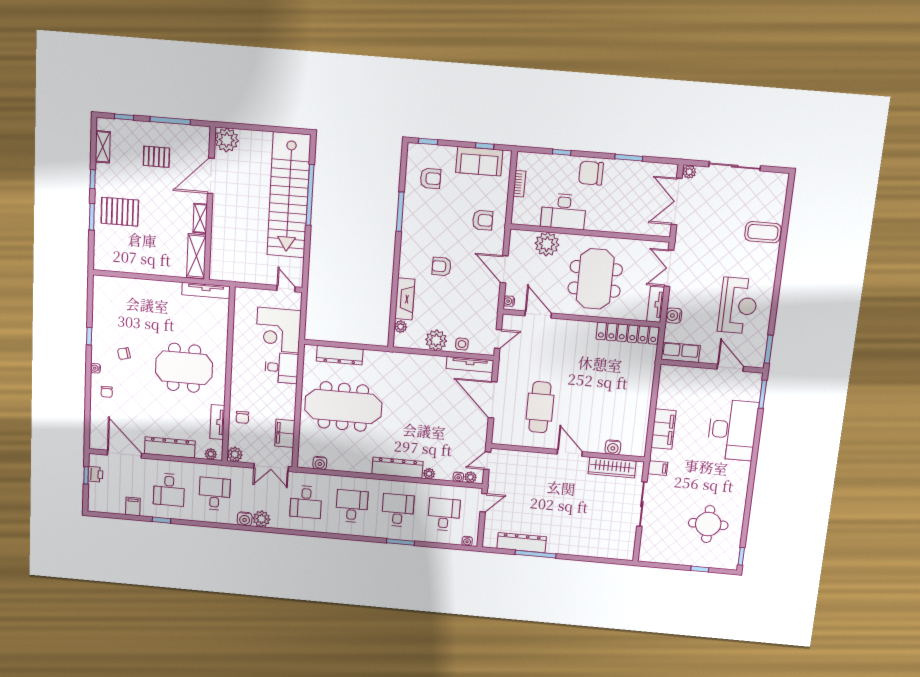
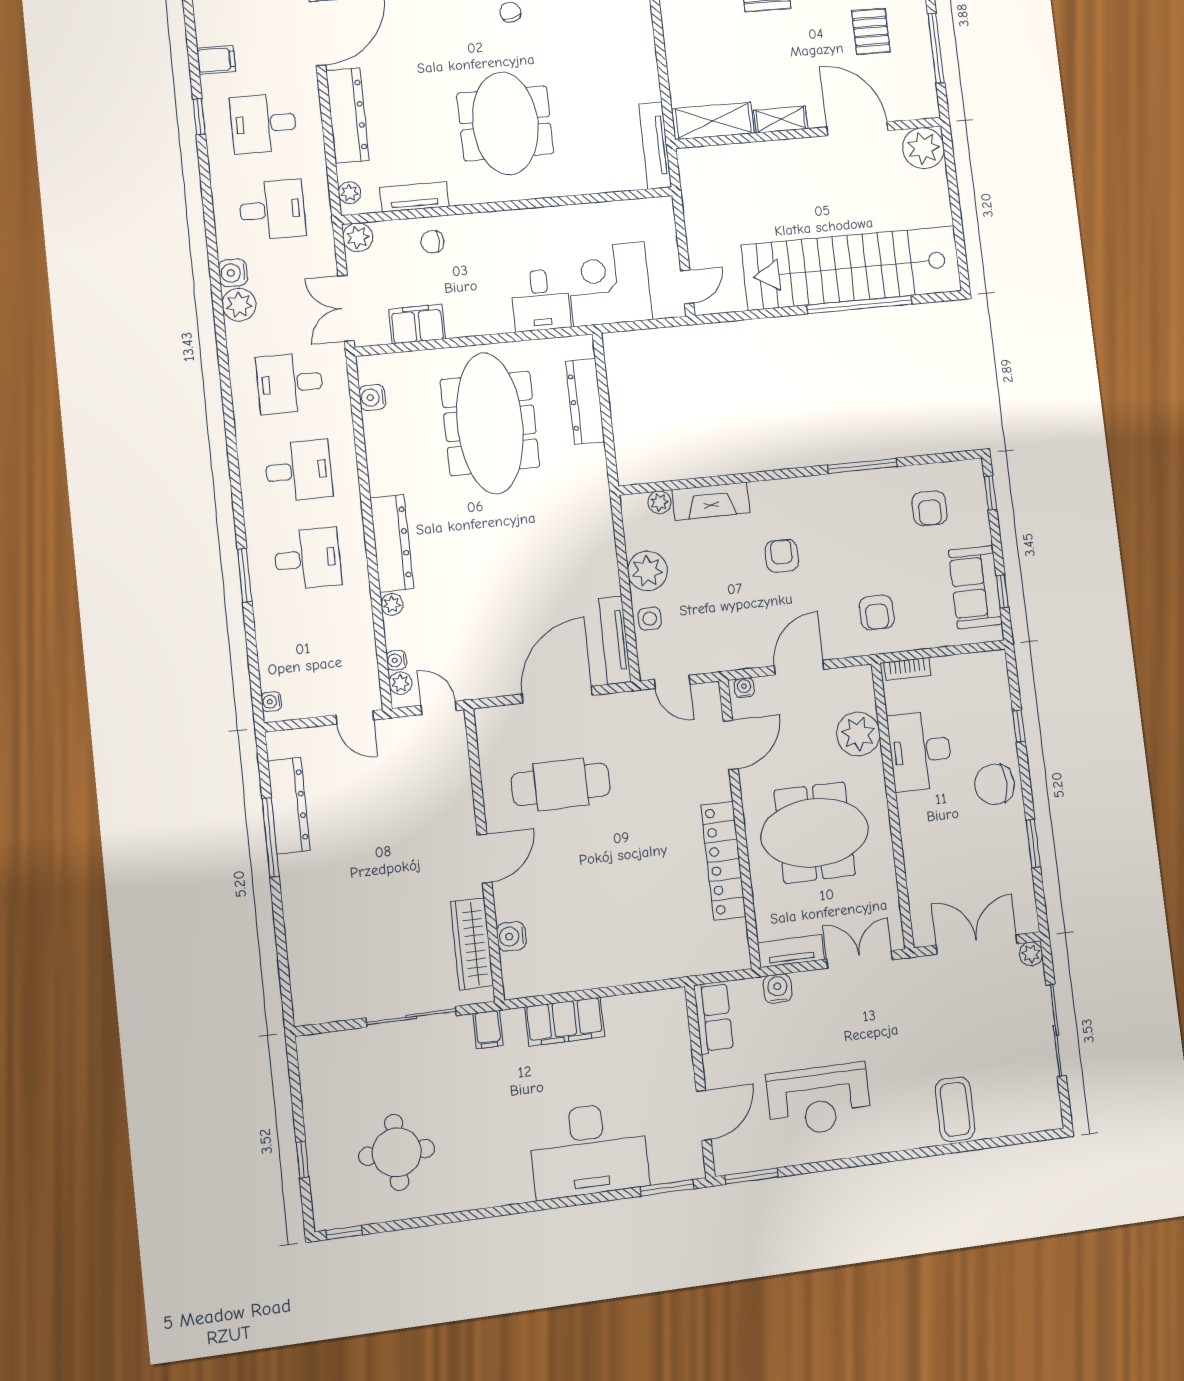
chair: (591, 173) -> (994, 784), turned -90
bookcase: (519, 184) -> (907, 669), moved
locker: (627, 333) -> (723, 861), moved
desk: (444, 514) -> (316, 647), removed

